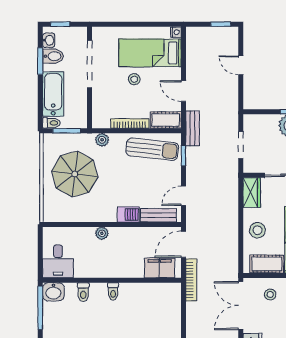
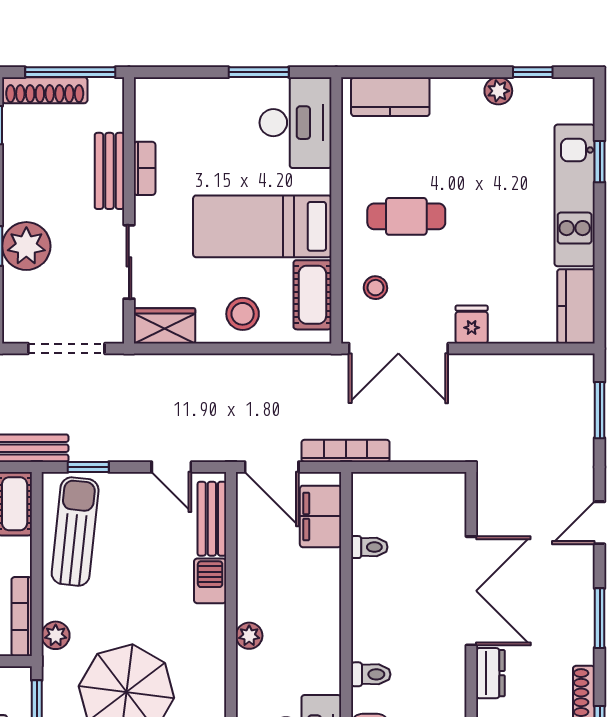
bookcase: (130, 123) -> (22, 617), moved
doorway: (241, 145) -> (66, 349), width x1.38
toilet: (113, 291) -> (369, 547), moved

